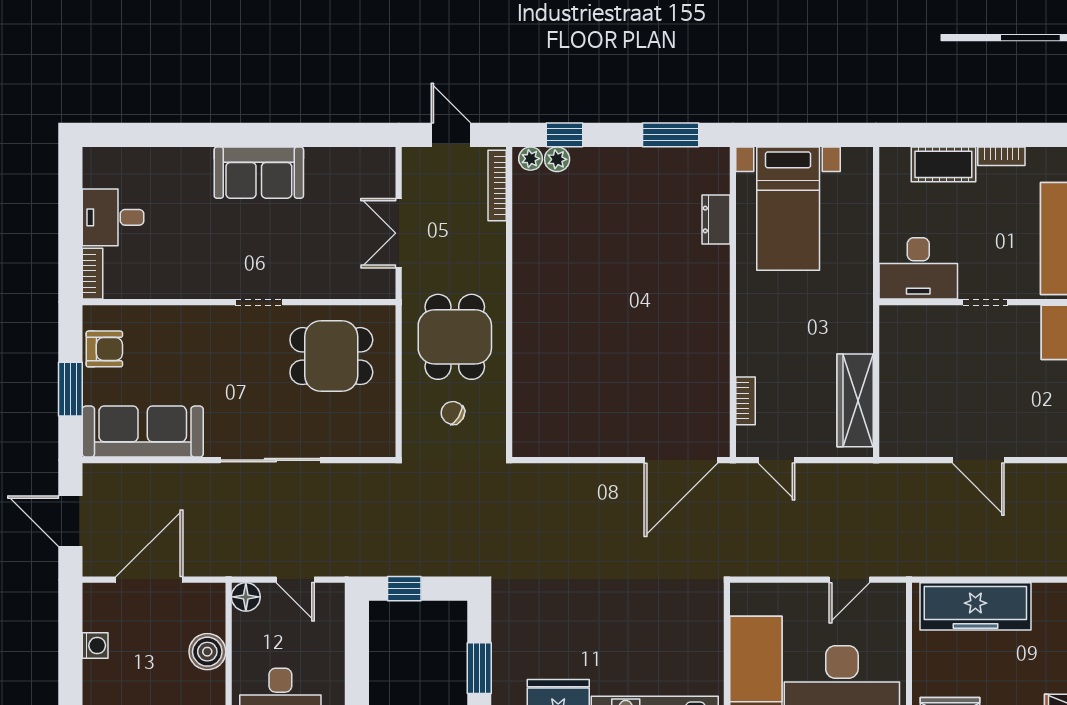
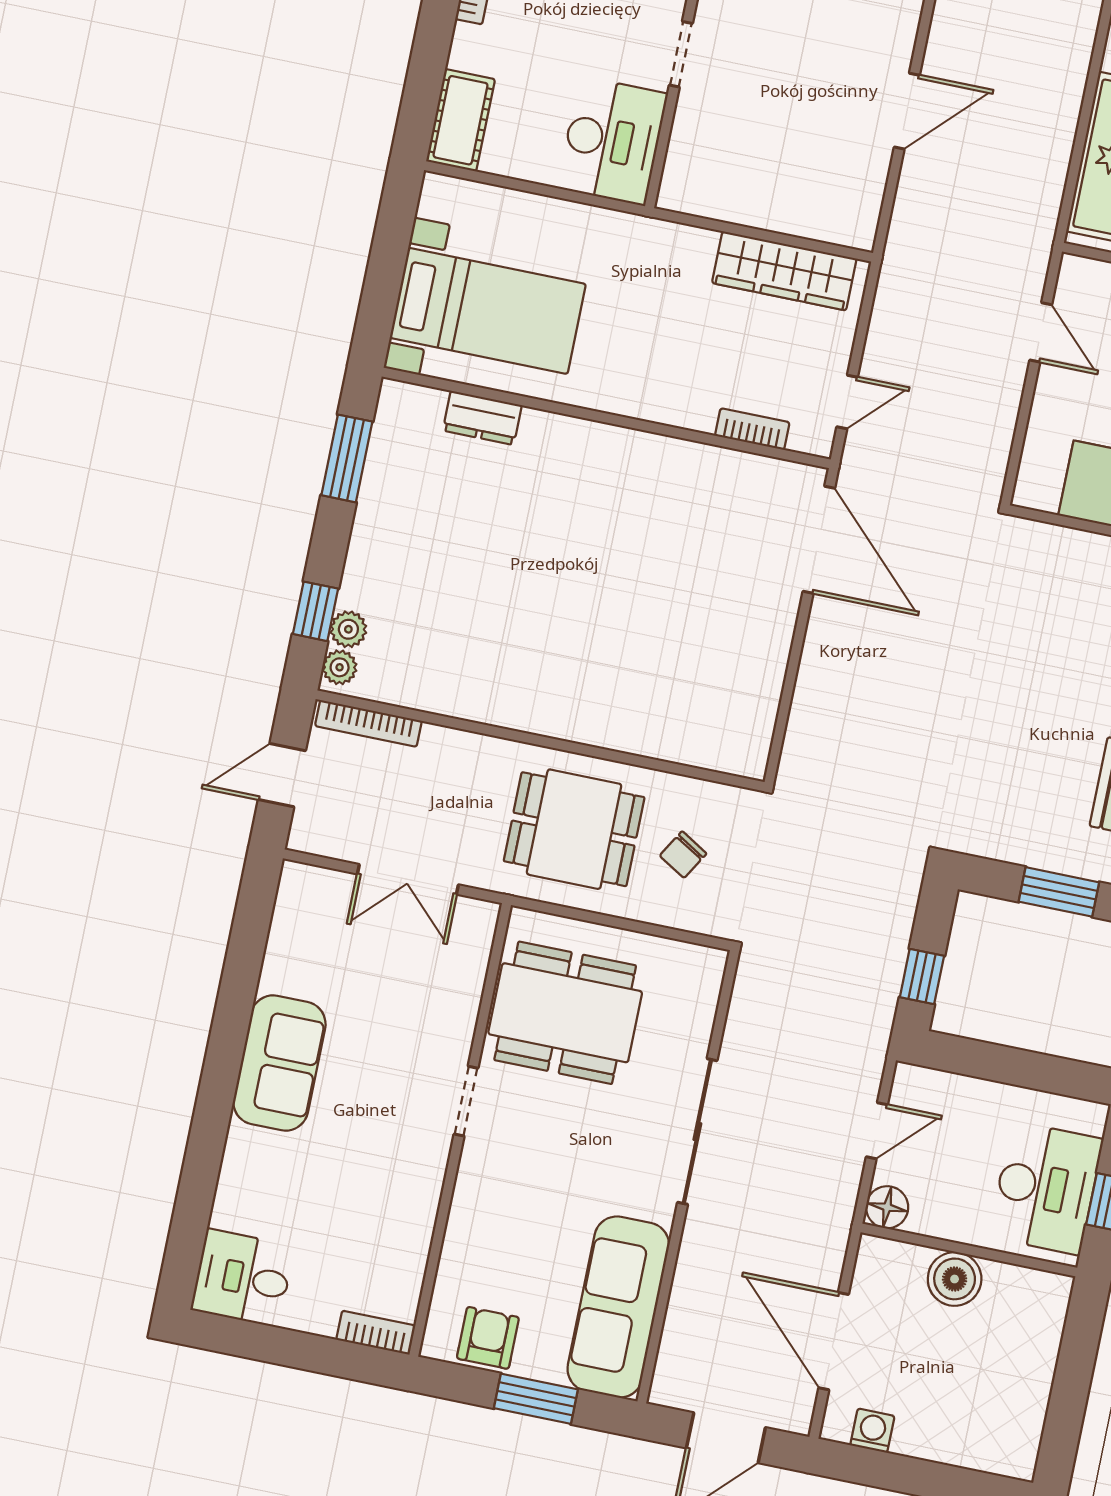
cot: (943, 164) -> (460, 120), moved
desk: (113, 217) -> (243, 1278), moved, turned 90
dining table: (331, 356) -> (565, 1013), width x1.37
washing machine: (95, 646) -> (872, 1431), moved

